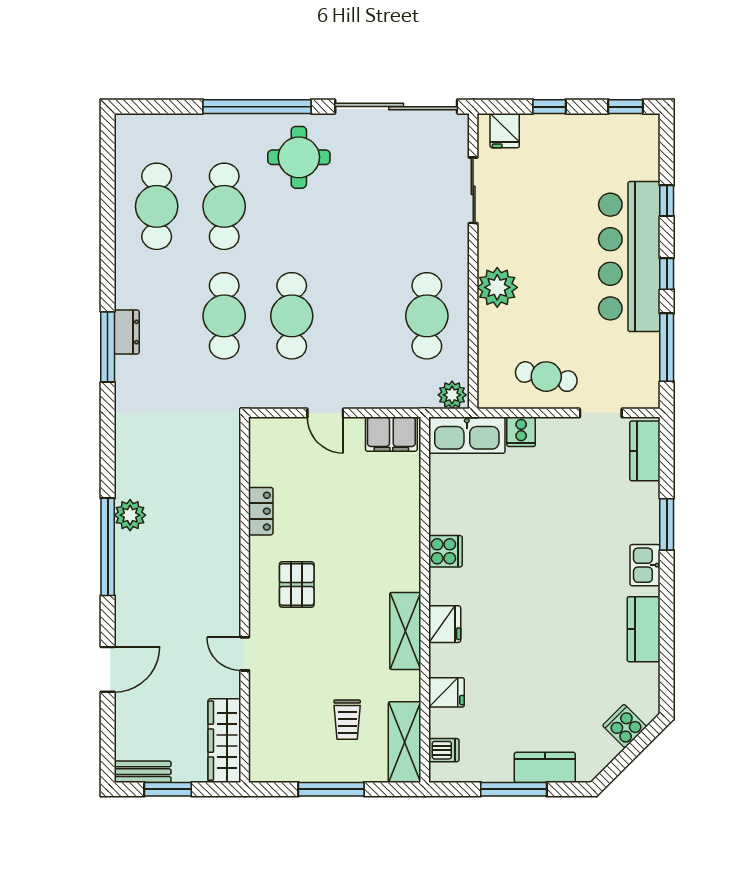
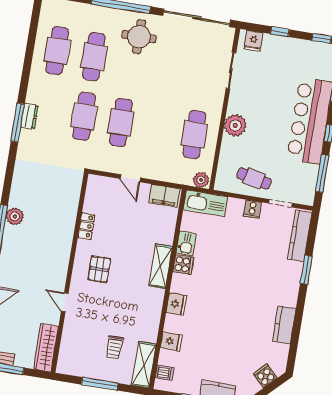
cooker: (521, 432) -> (252, 209), moved
kitchen counter: (645, 451) -> (300, 236), width x1.50
kitchen sink: (645, 565) -> (186, 243), moved, turned 180
shelving: (405, 631) -> (161, 266), moved

